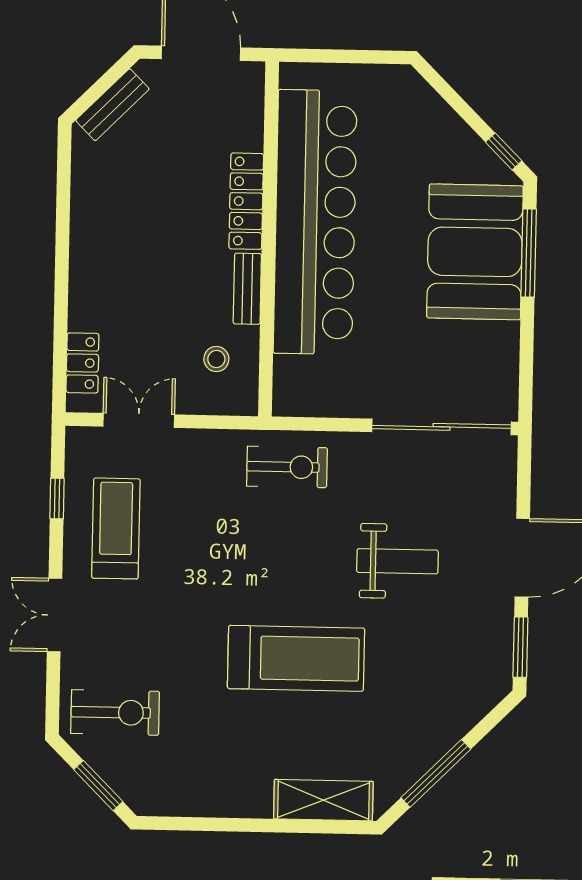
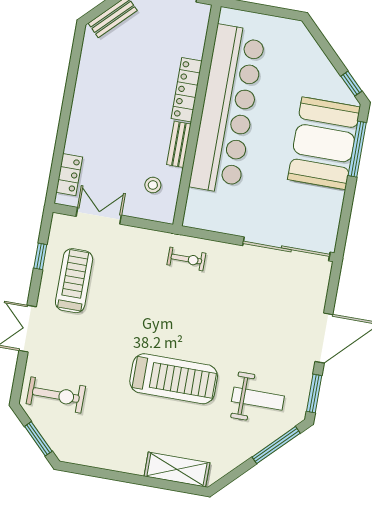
exercise bike: (287, 467) -> (186, 259), width x0.73, depth x0.72
weight bench: (397, 561) -> (258, 399), moved
window: (436, 773) -> (276, 445), moved

